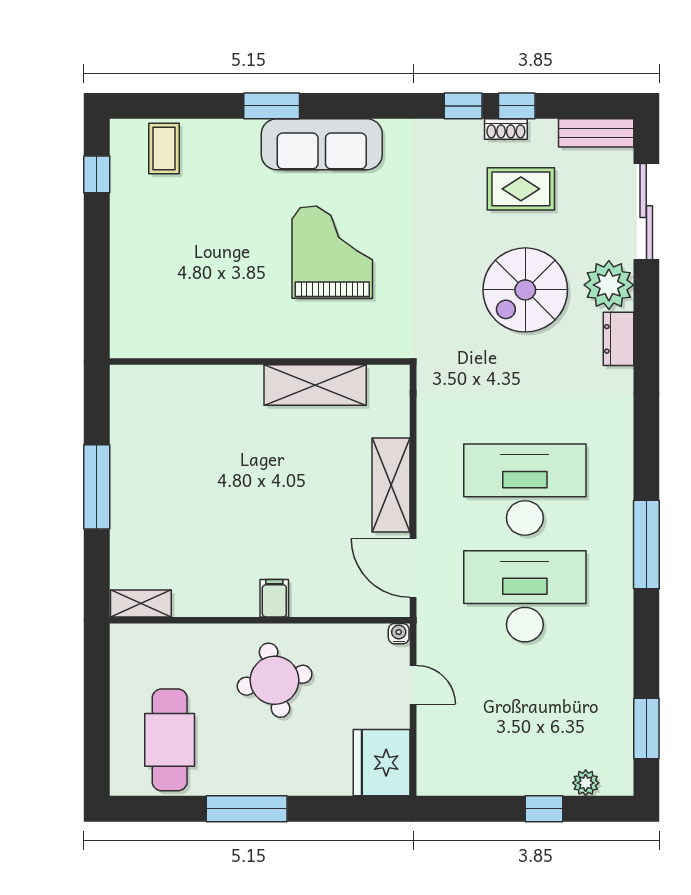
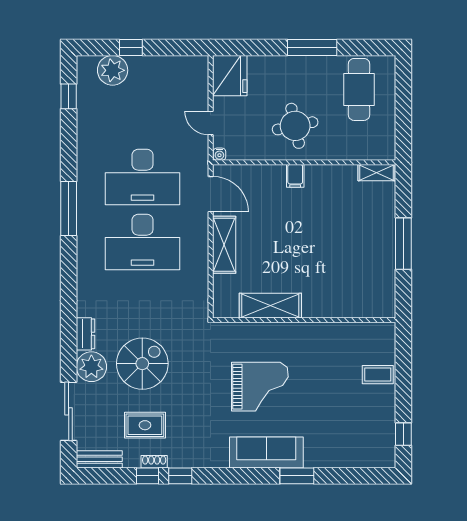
coffee table: (164, 149) -> (378, 375), moved, turned 90
grand piano: (332, 252) -> (260, 387), turned -90
window: (646, 728) -> (69, 96), width x0.67
plant: (586, 783) -> (113, 70), width x1.87, depth x1.87

